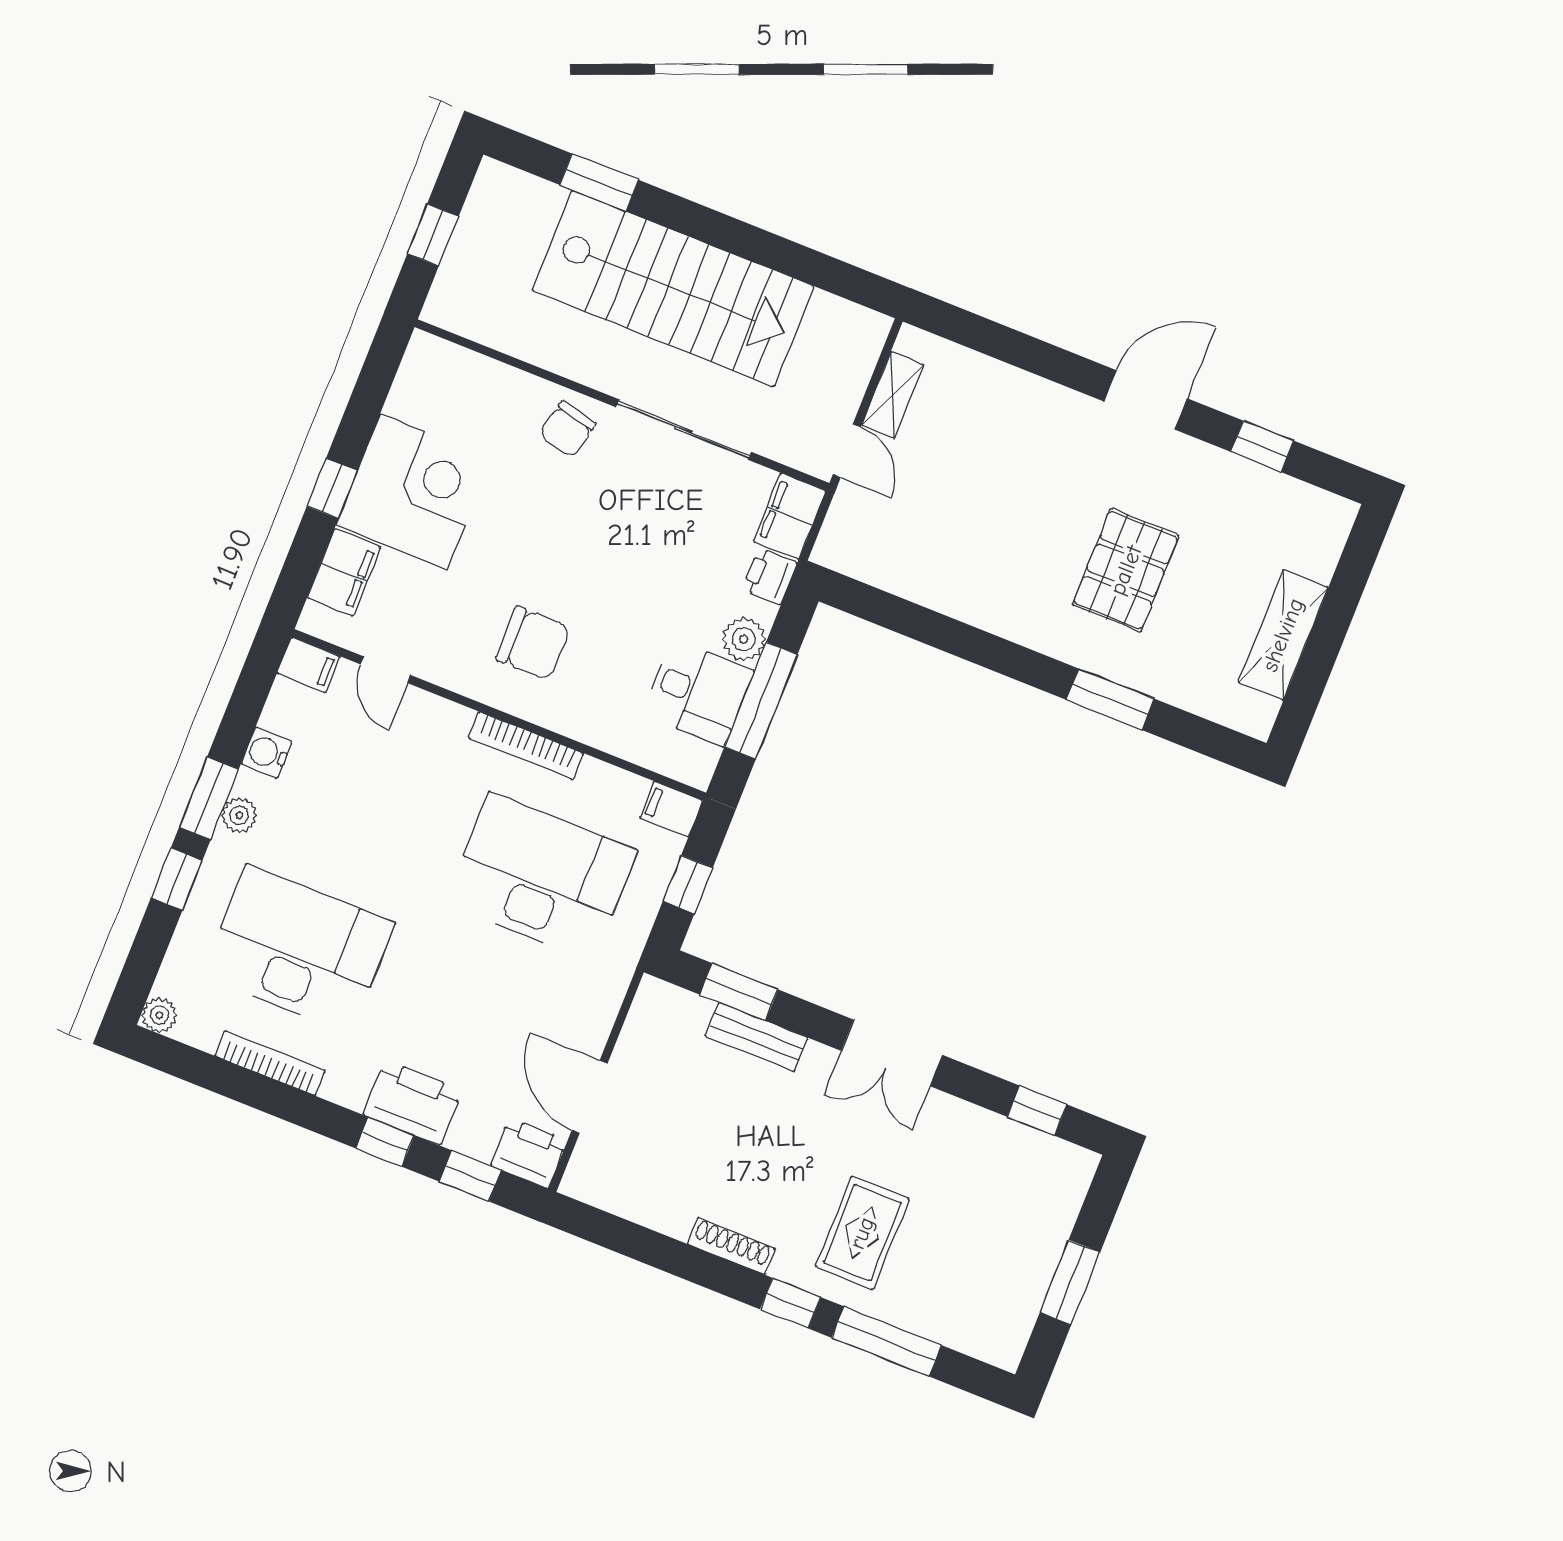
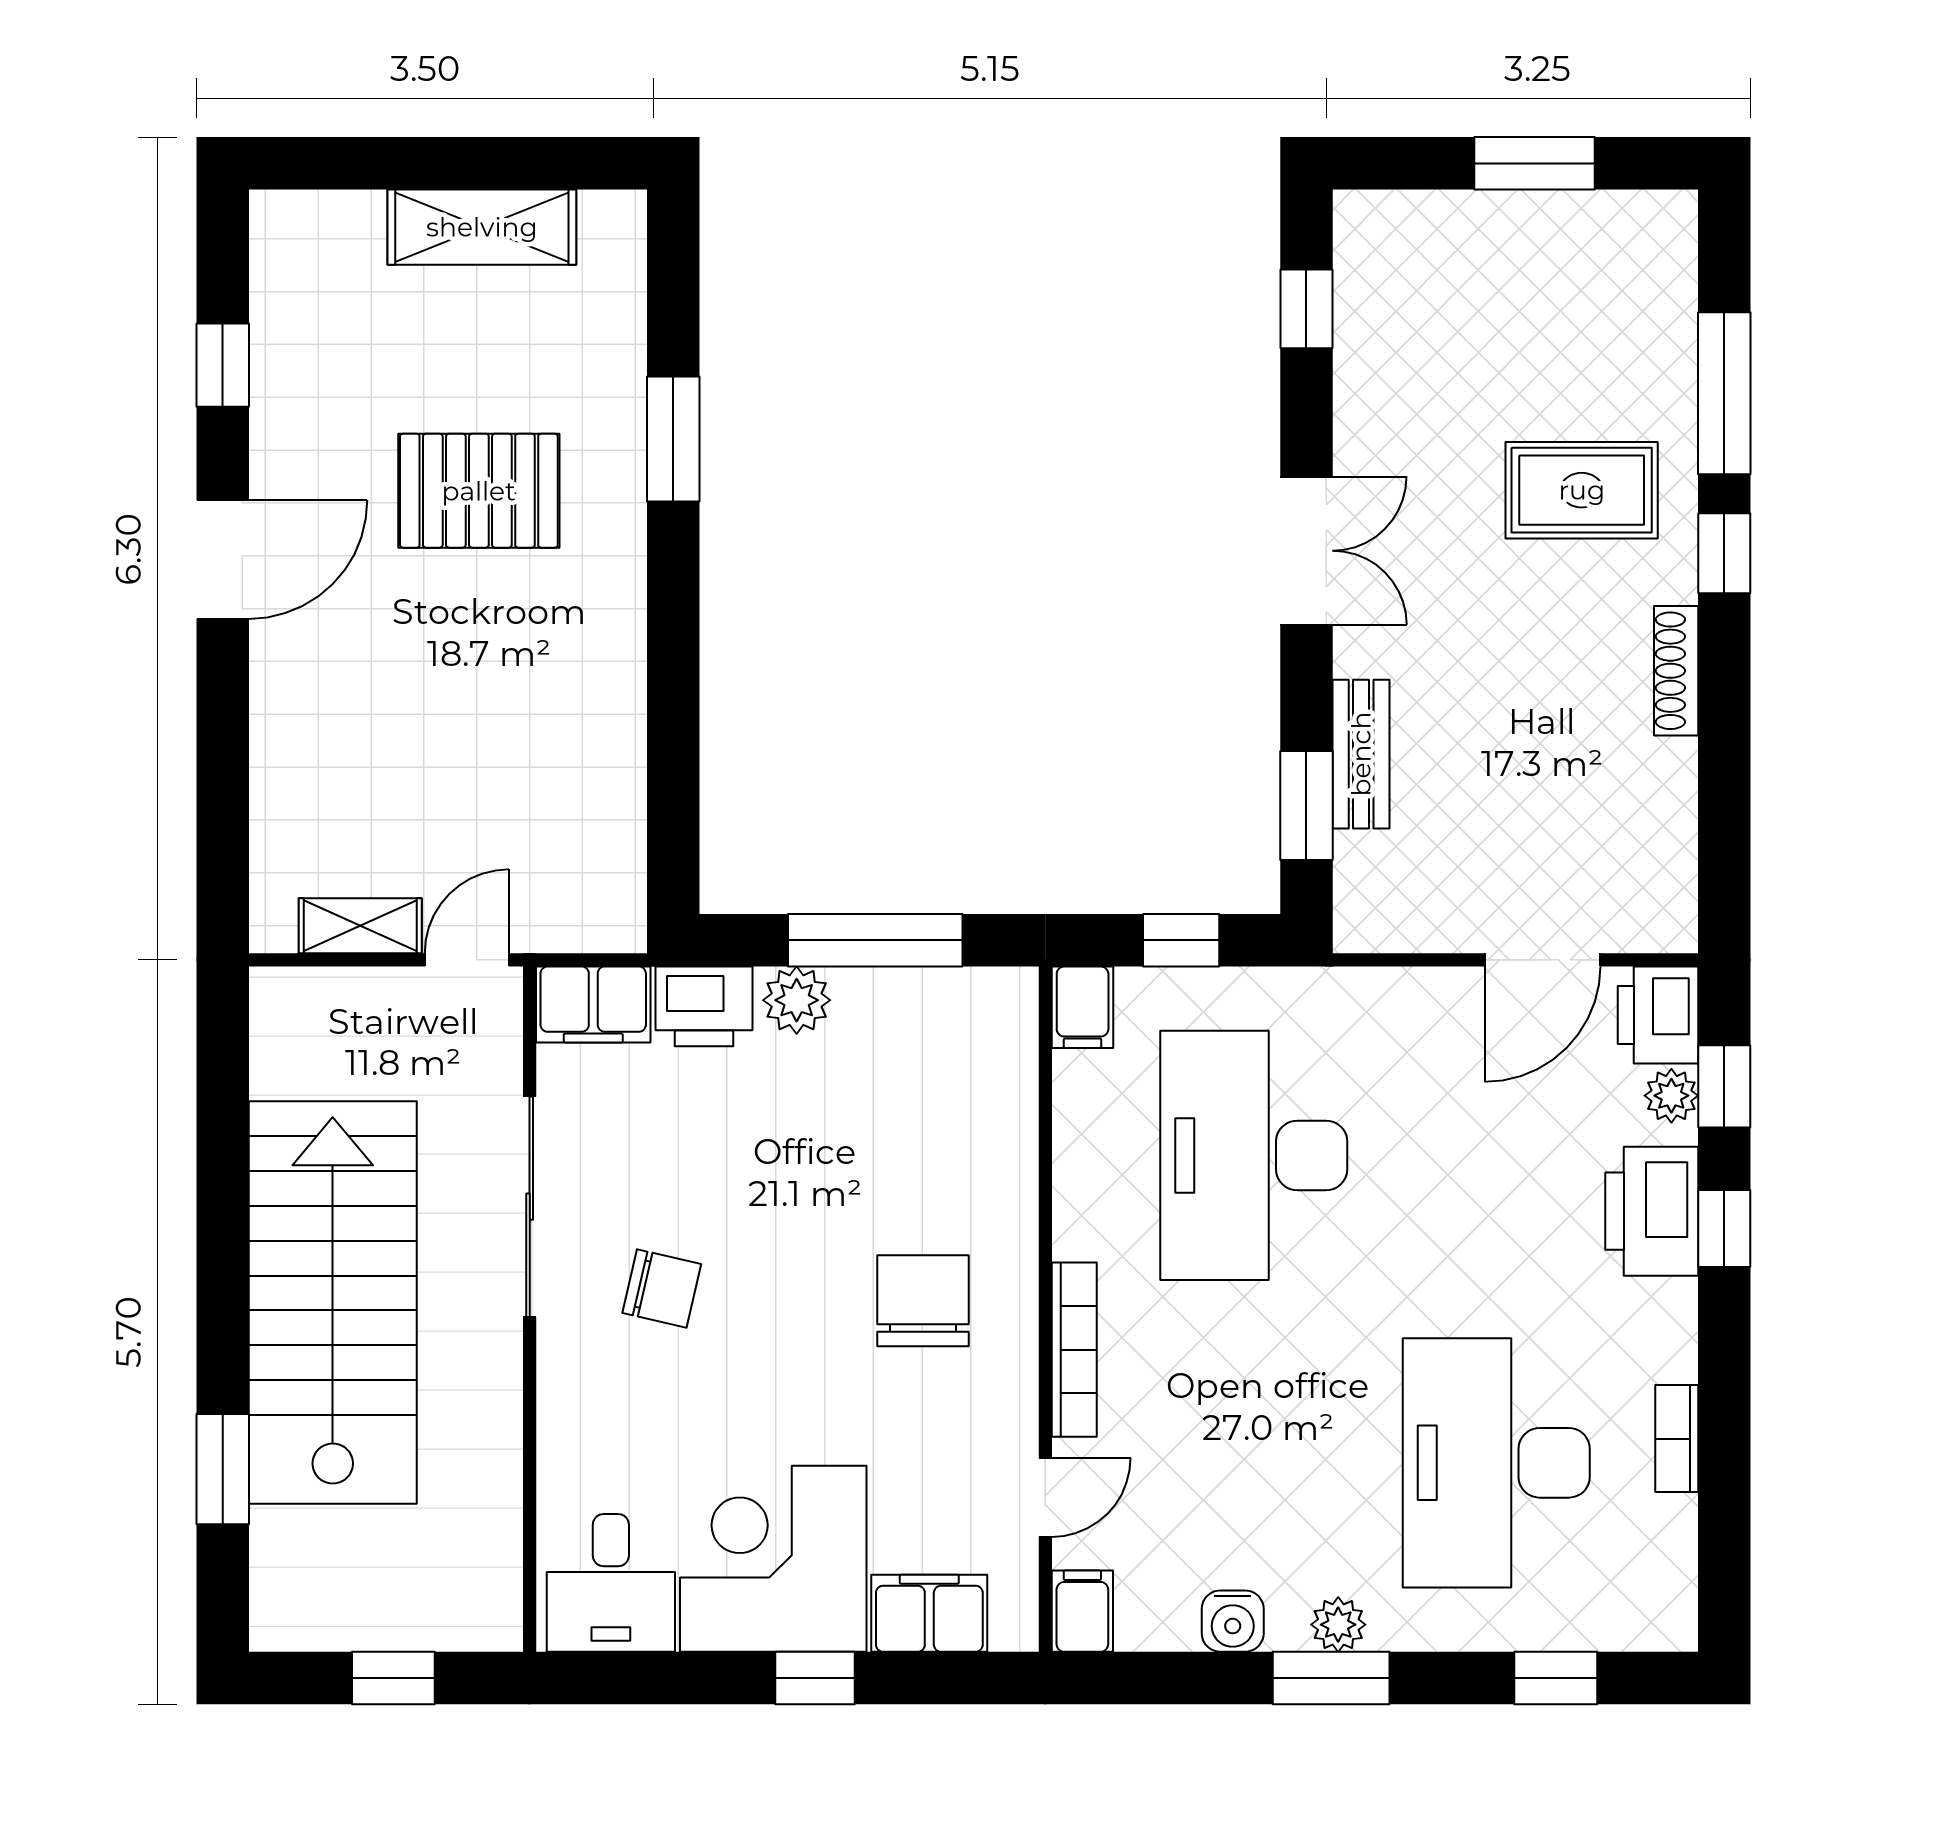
door: (1146, 400) -> (223, 559), swing flipped
chair: (568, 429) -> (662, 1289), moved
printer: (770, 576) -> (704, 1006), width x1.36, depth x1.24
desk: (698, 693) -> (611, 1583), moved, turned 180
bookcase: (526, 746) -> (1074, 1350), moved
window: (177, 879) -> (1556, 1678), moved
plant: (159, 1015) -> (1671, 1096), moved
bookcase: (270, 1063) -> (1677, 1439), width x0.64

